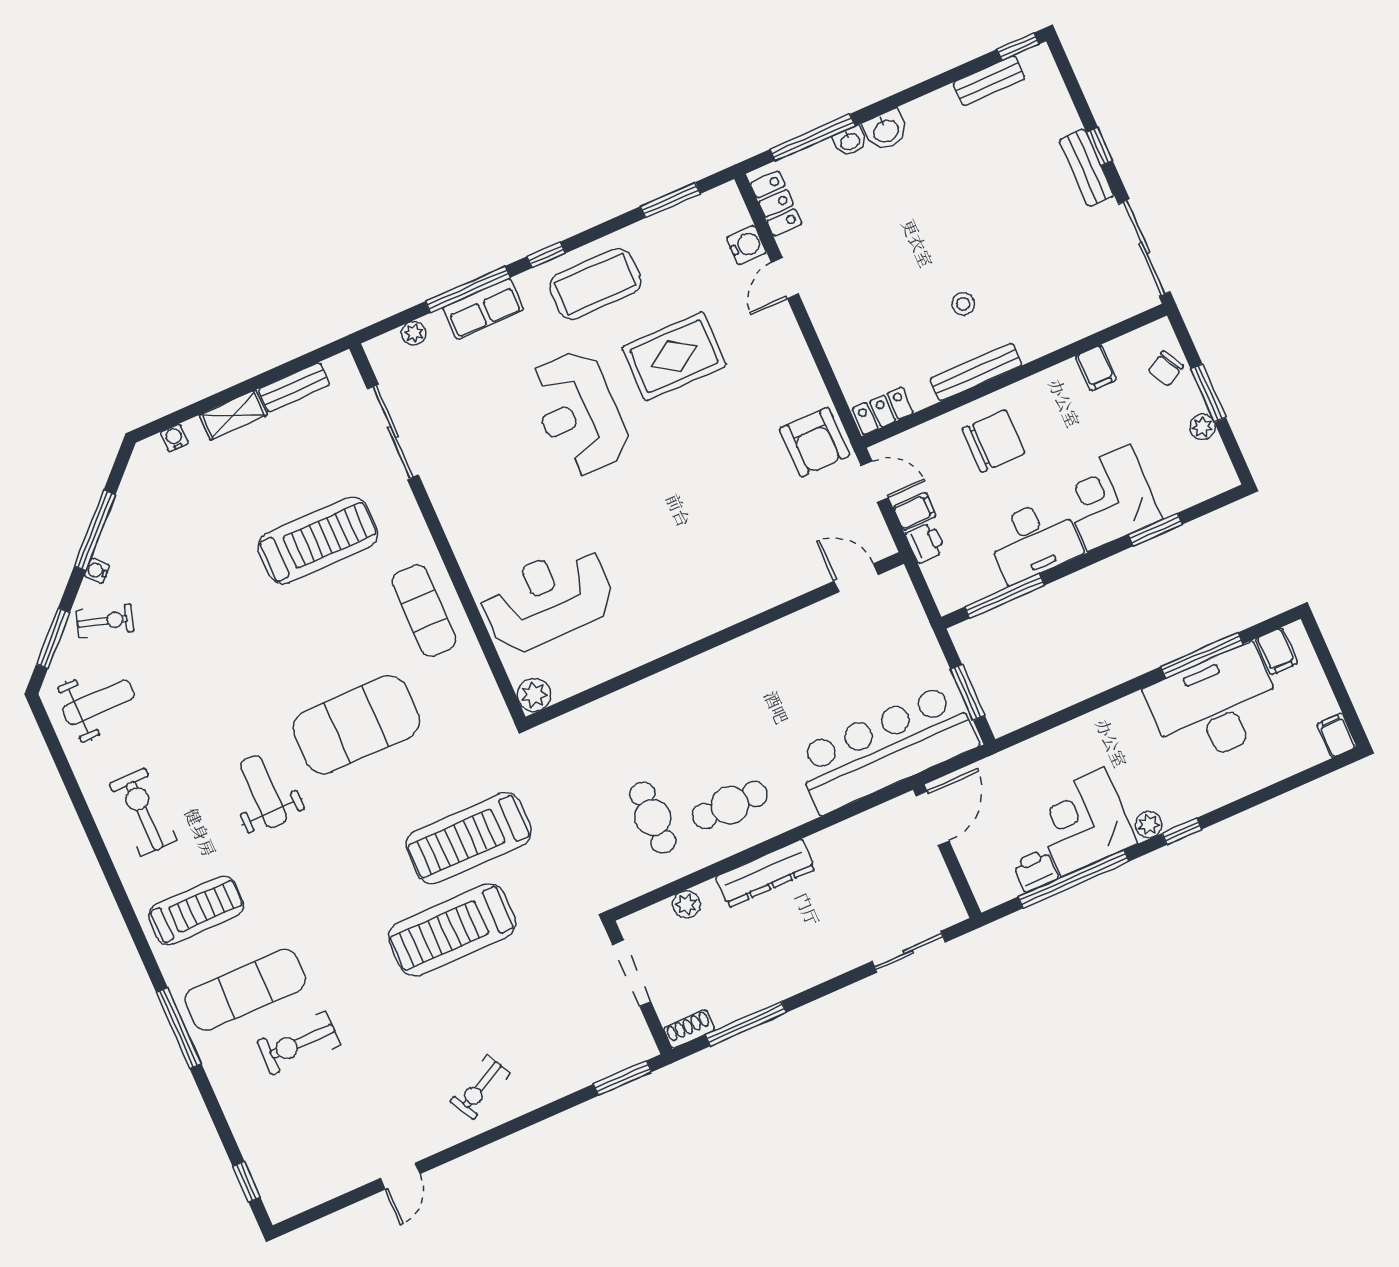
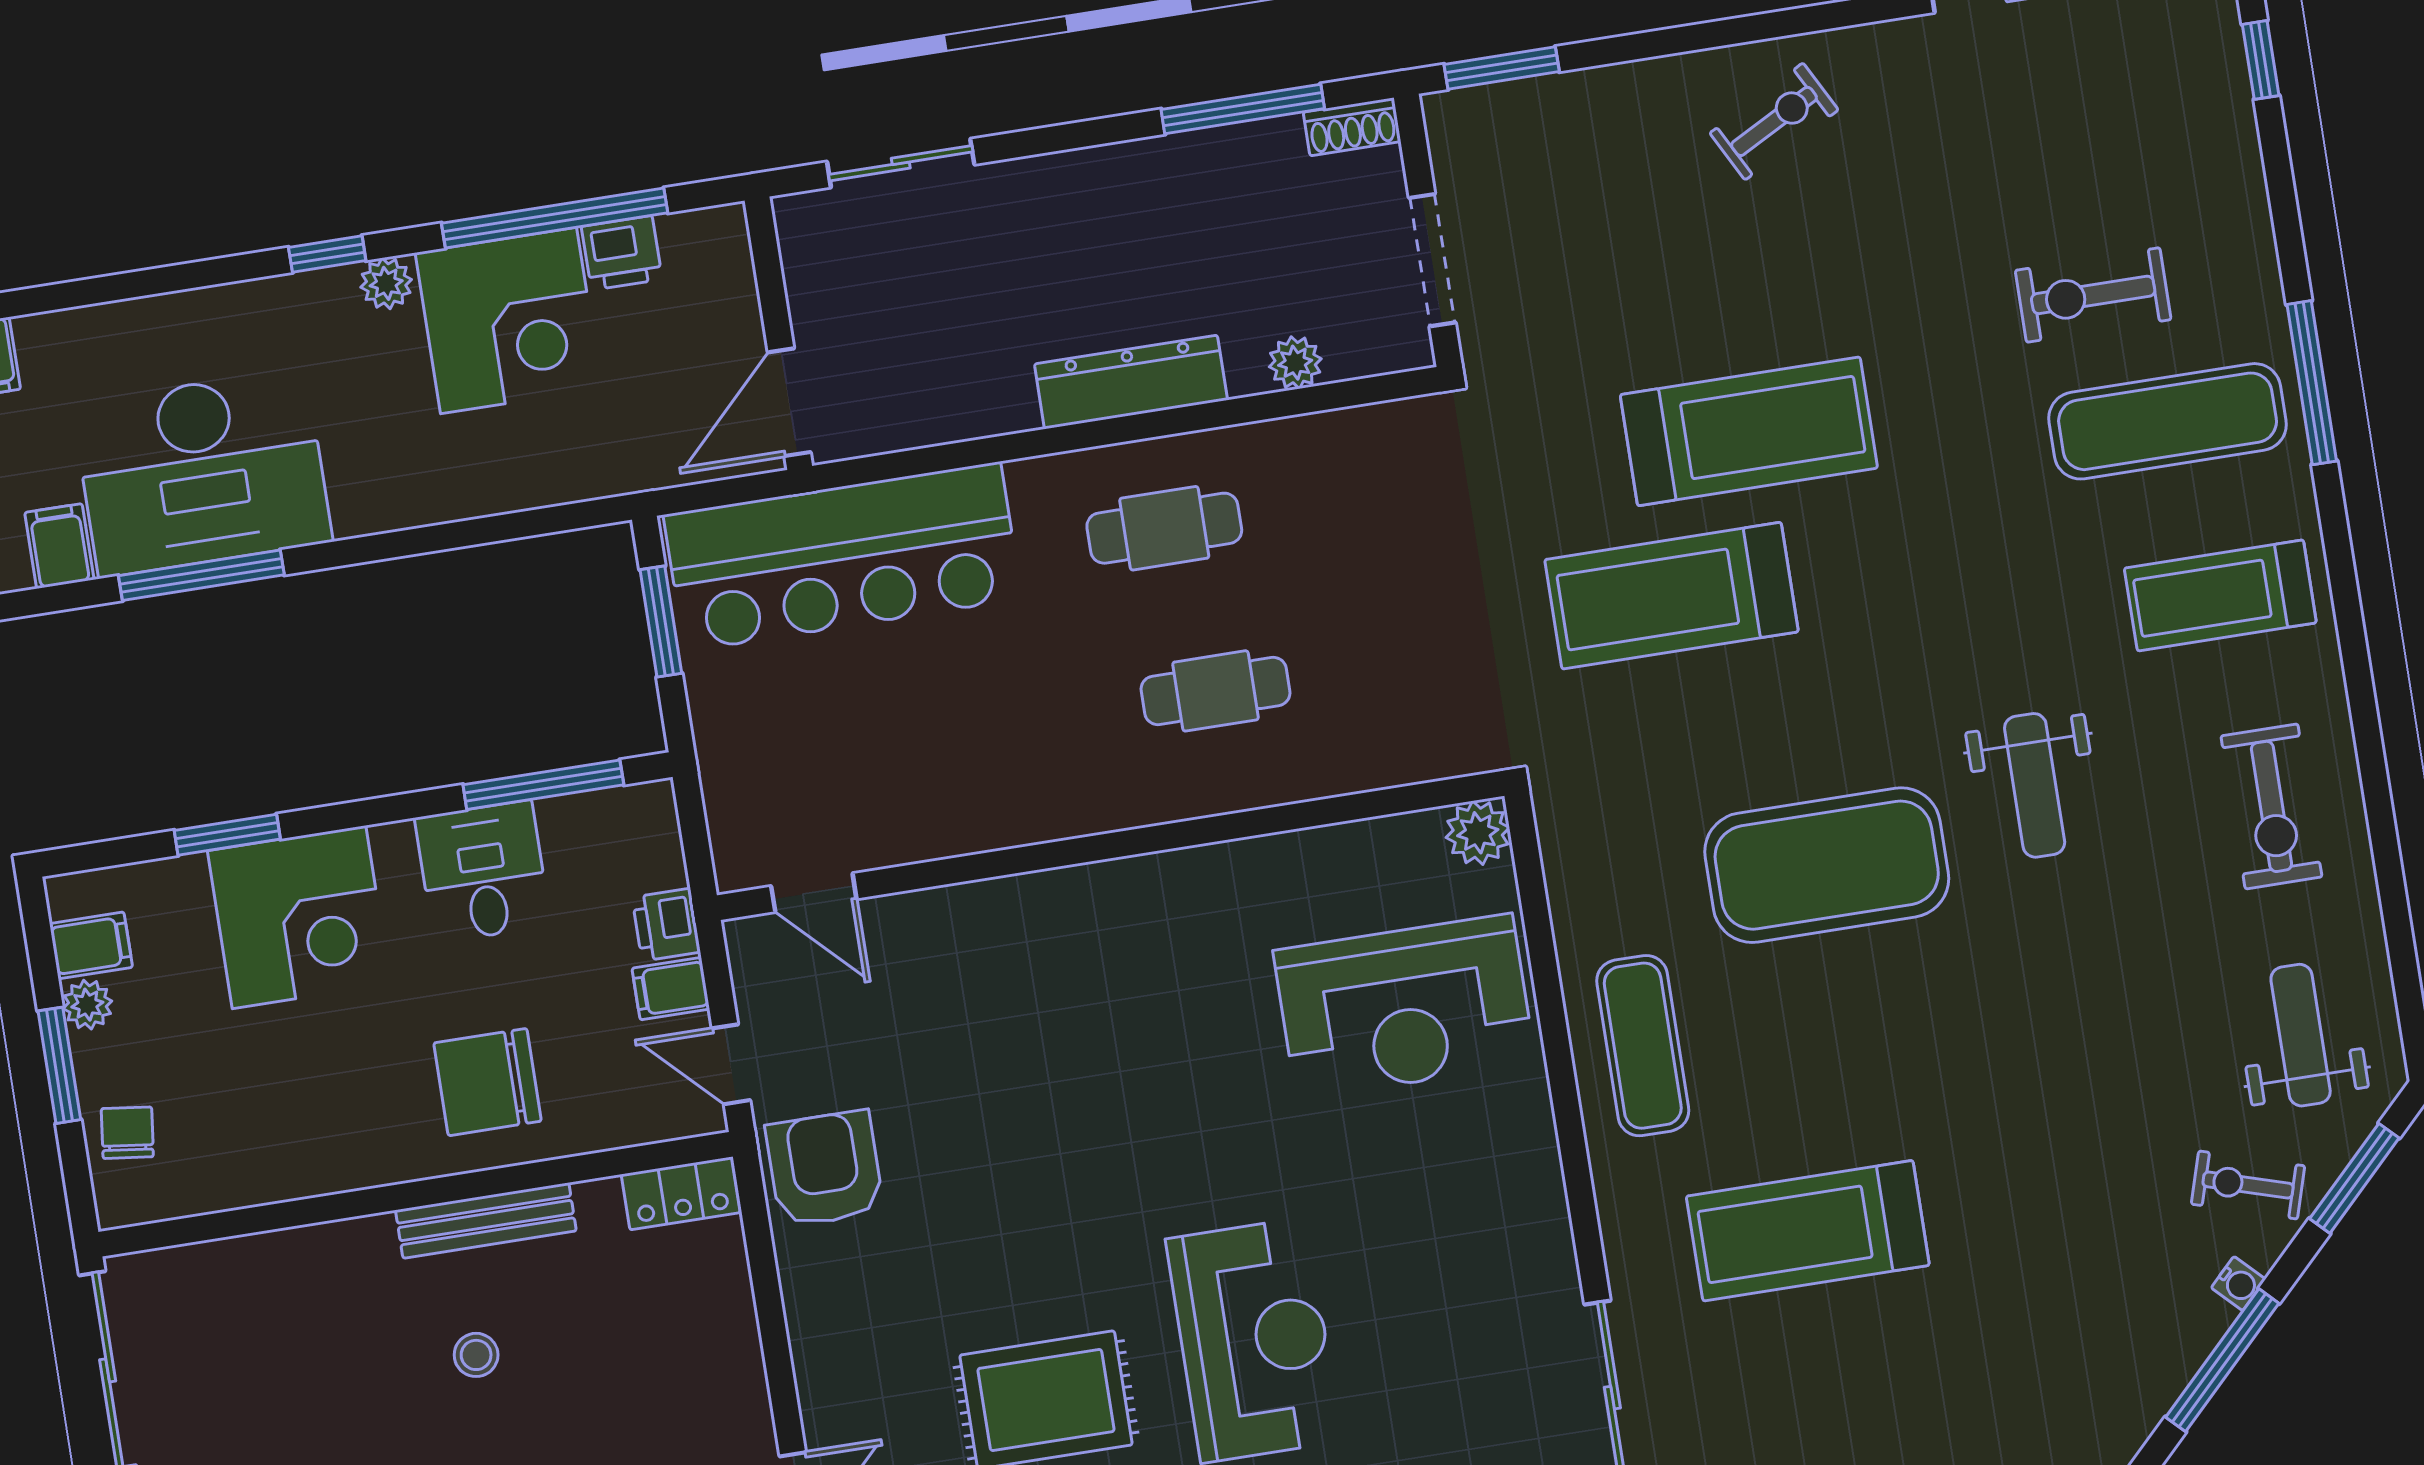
filing cabinet: (1096, 368) -> (91, 945), moved, turned 90
chair: (1166, 369) -> (127, 1133), turned -54
desk: (1034, 540) -> (483, 872), width x0.73
weight bench: (99, 702) -> (2301, 1035), turned 90
cafe table: (653, 818) -> (1215, 691), moved, turned 90
treadmill: (469, 838) -> (1672, 596), turned 180
exercise bike: (299, 1043) -> (2093, 295), turned 180

